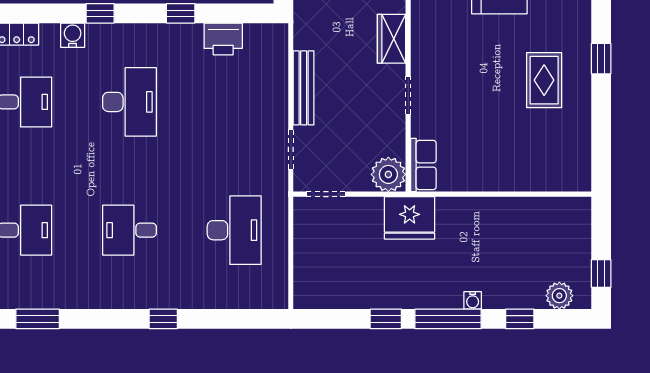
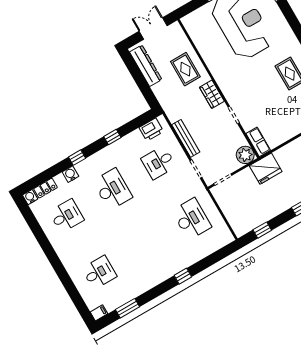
printer: (223, 39) -> (151, 130), moved
desk: (129, 230) -> (159, 162), moved
window: (386, 319) -> (262, 230), moved

